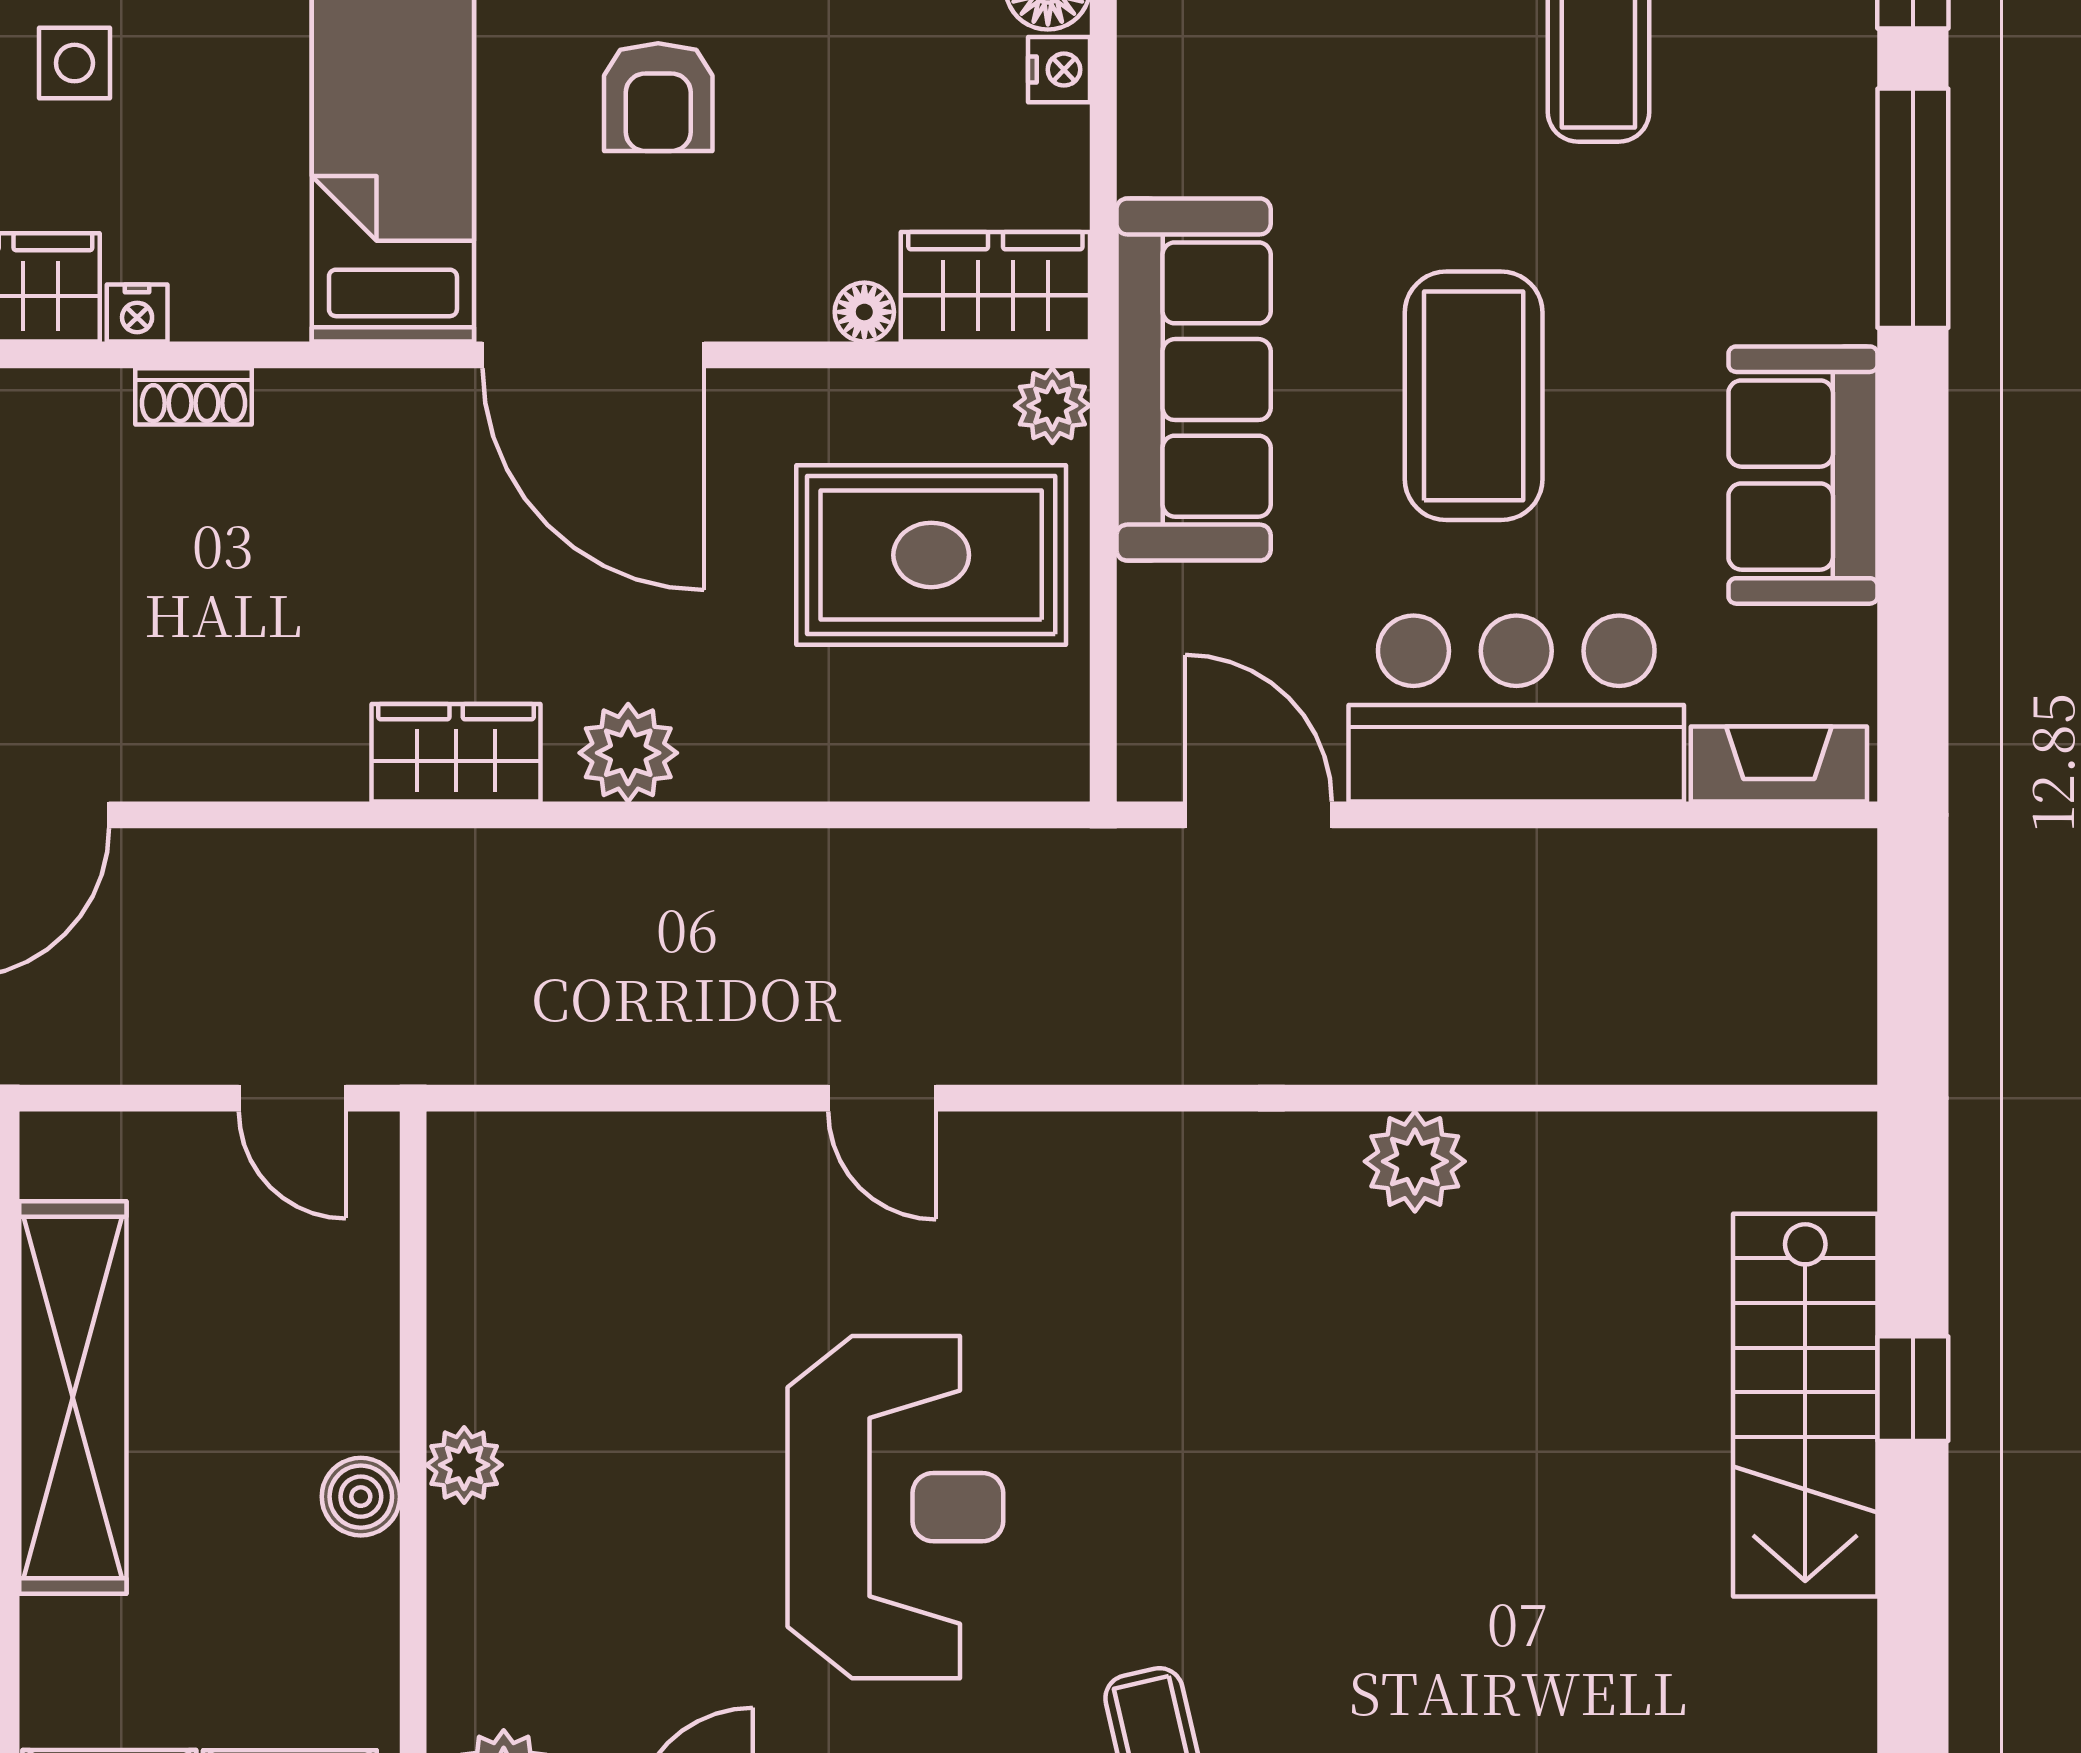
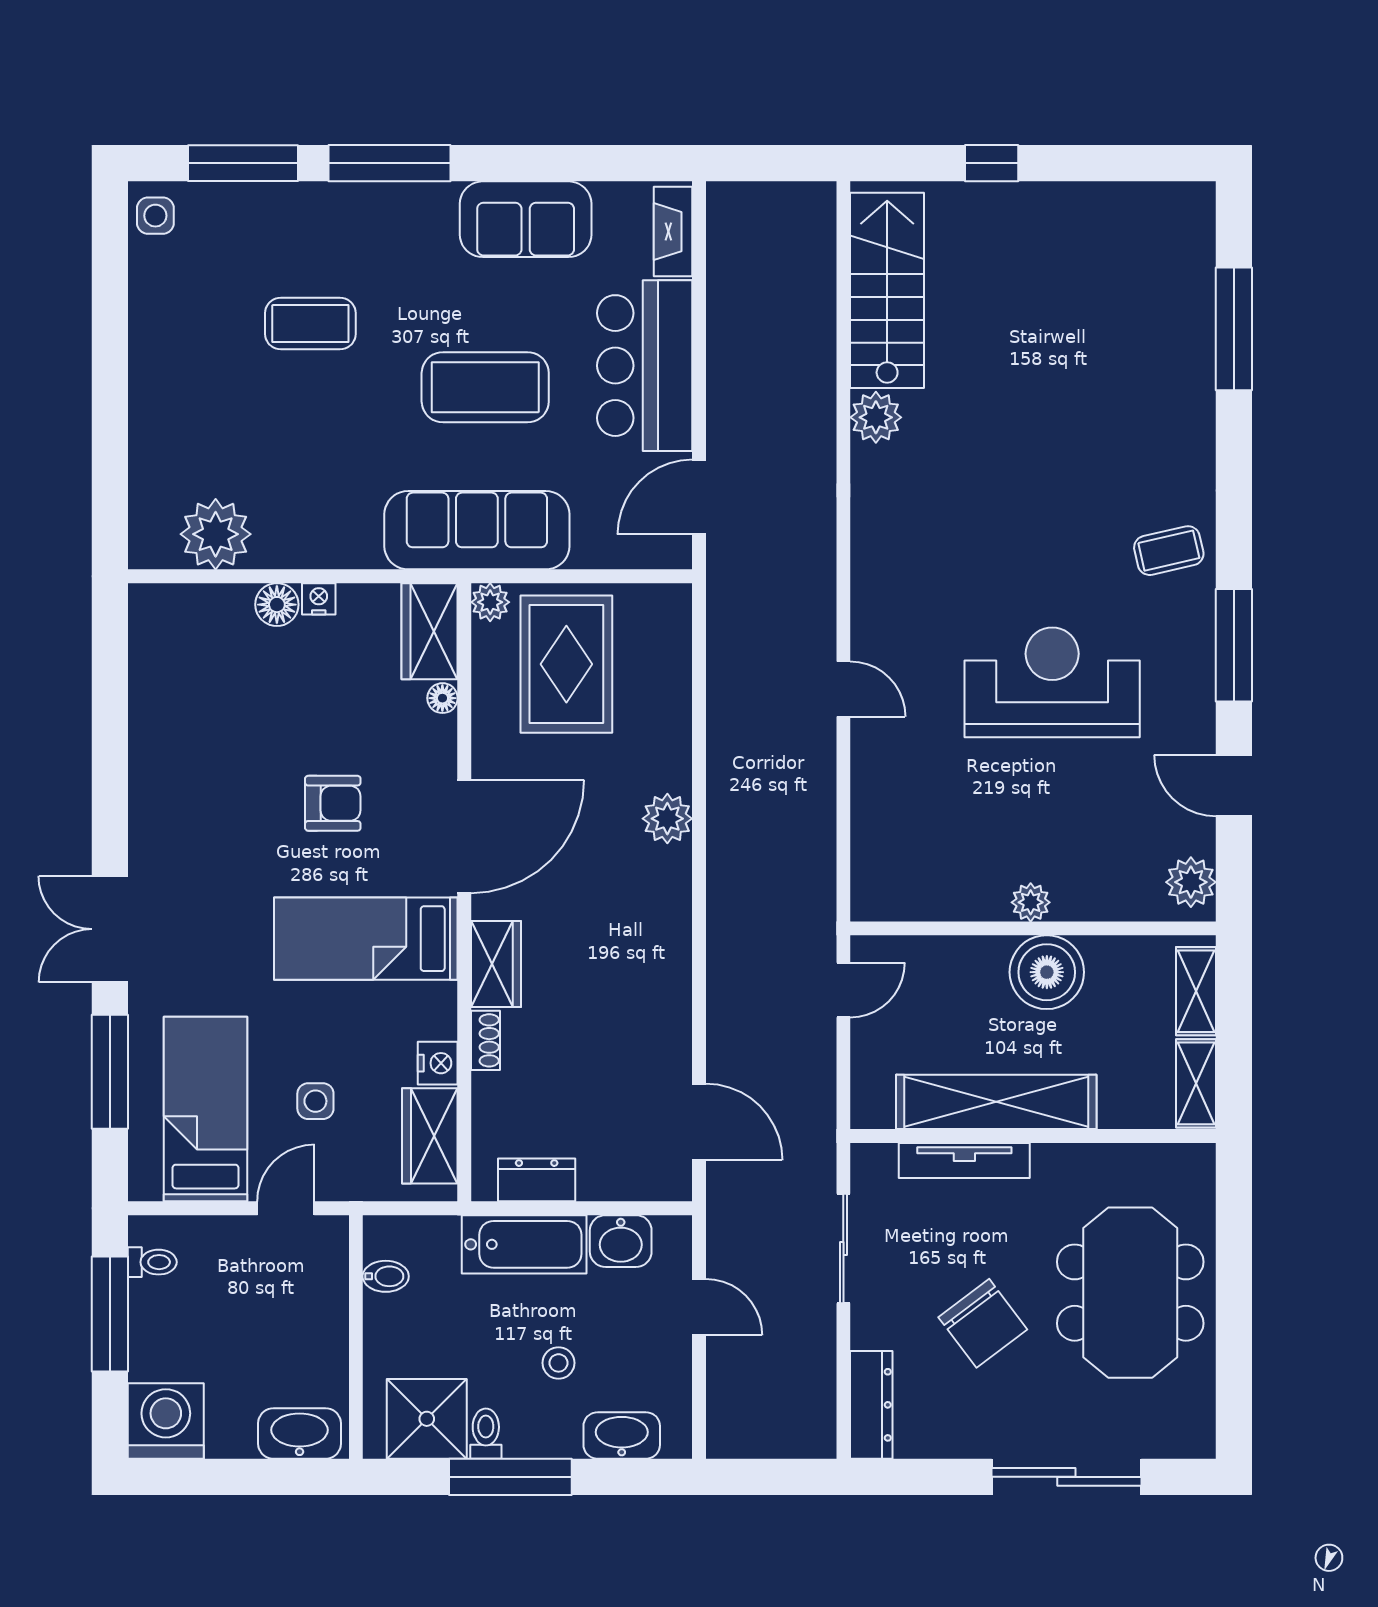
nightstand: (137, 313) -> (438, 1063), width x1.39, depth x1.35
wardrobe: (456, 753) -> (496, 964), moved, turned 180
door: (882, 1098) -> (843, 689), hinge flipped
stairs: (1805, 1405) -> (887, 290), moved, turned -90
boiler: (361, 1497) -> (1047, 972), width x1.86, depth x1.86

